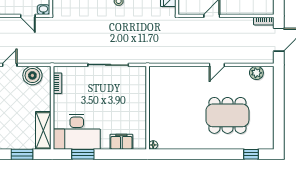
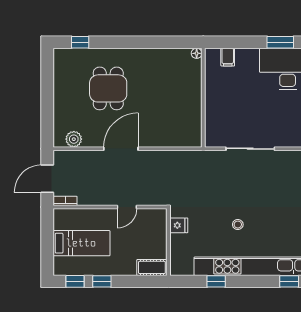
door: (217, 65) -> (121, 149), width x1.88
dining table: (227, 115) -> (108, 88), width x0.73
filing cabinet: (121, 142) -> (228, 57), width x0.50

